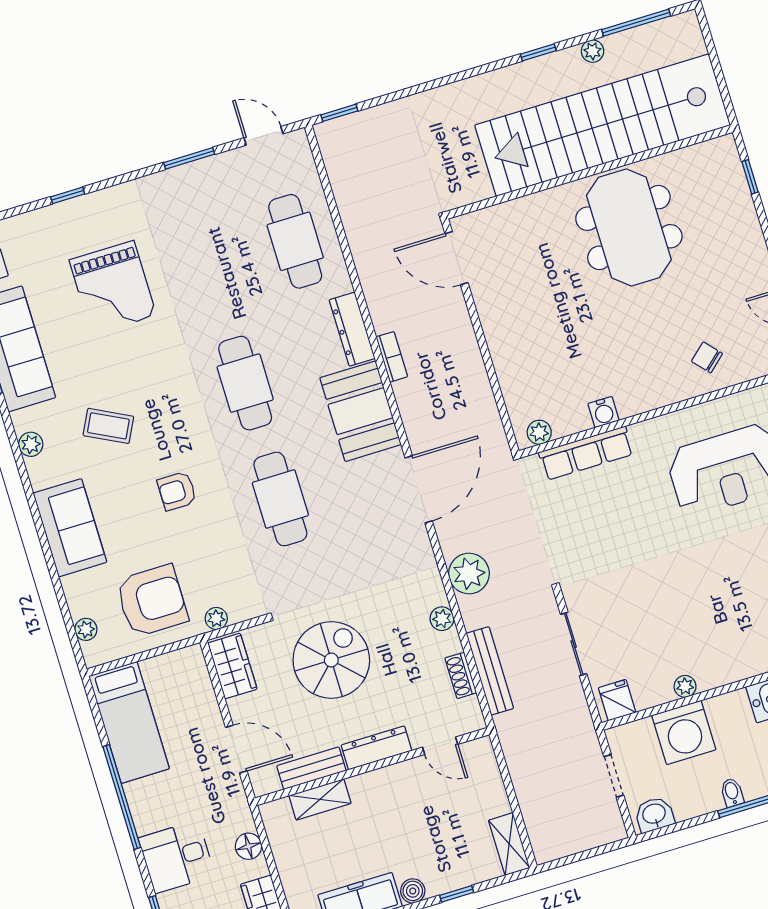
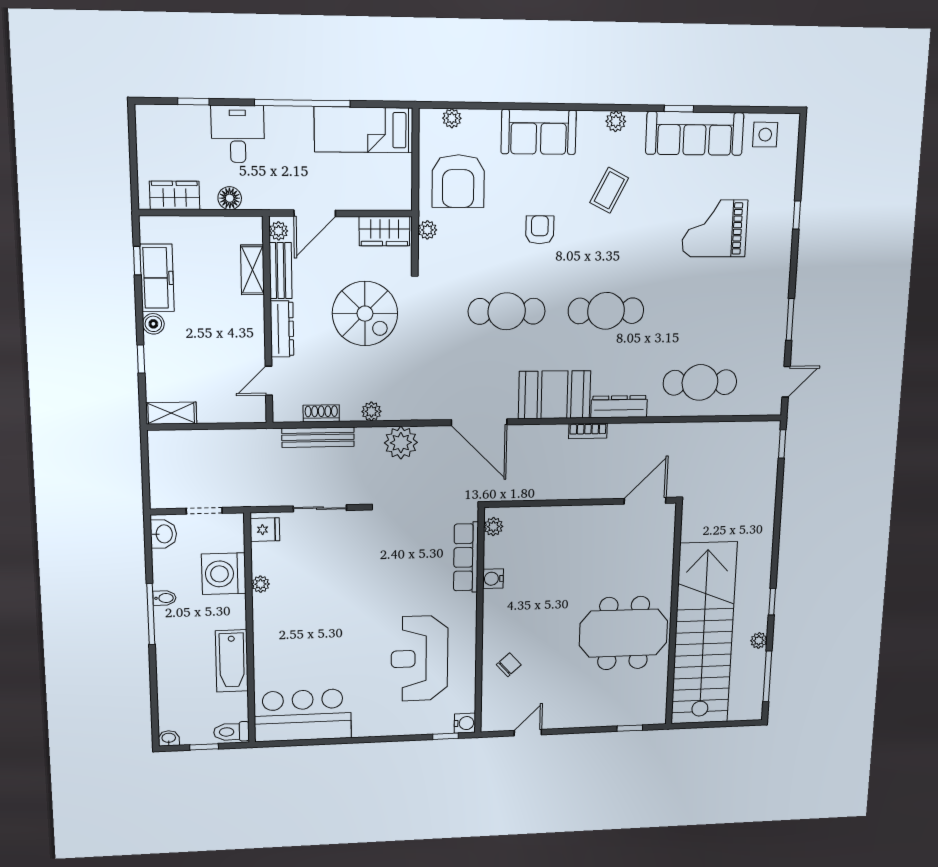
plant: (268, 783) -> (279, 231), added

